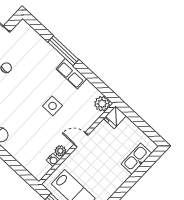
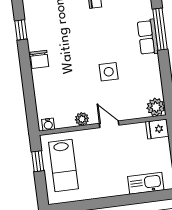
row of seats: (71, 74) -> (148, 37), moved
water cooler: (53, 160) -> (48, 124), moved

